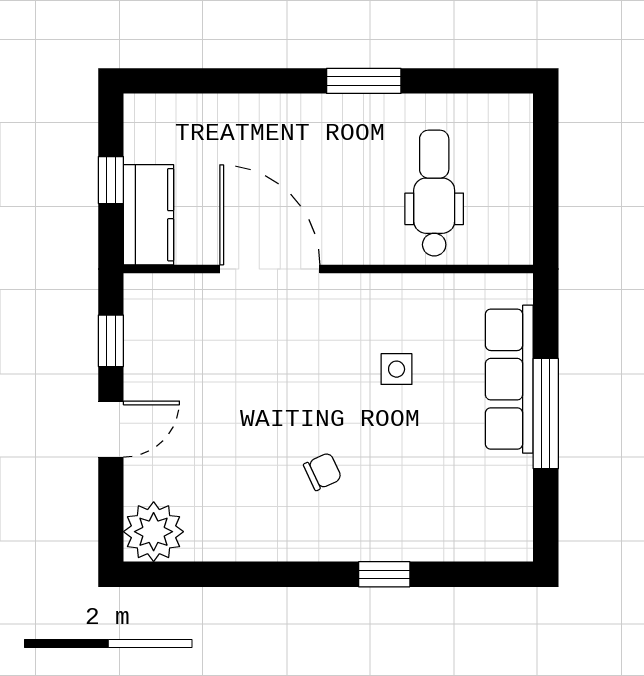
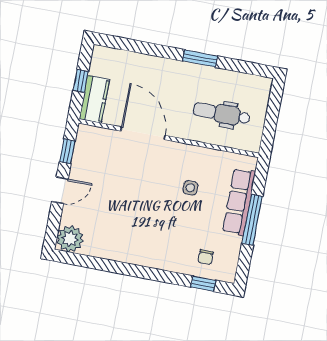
dental chair: (434, 193) -> (222, 114), turned -90
chair: (323, 472) -> (206, 257), moved, turned 115
window: (384, 574) -> (203, 284), moved

